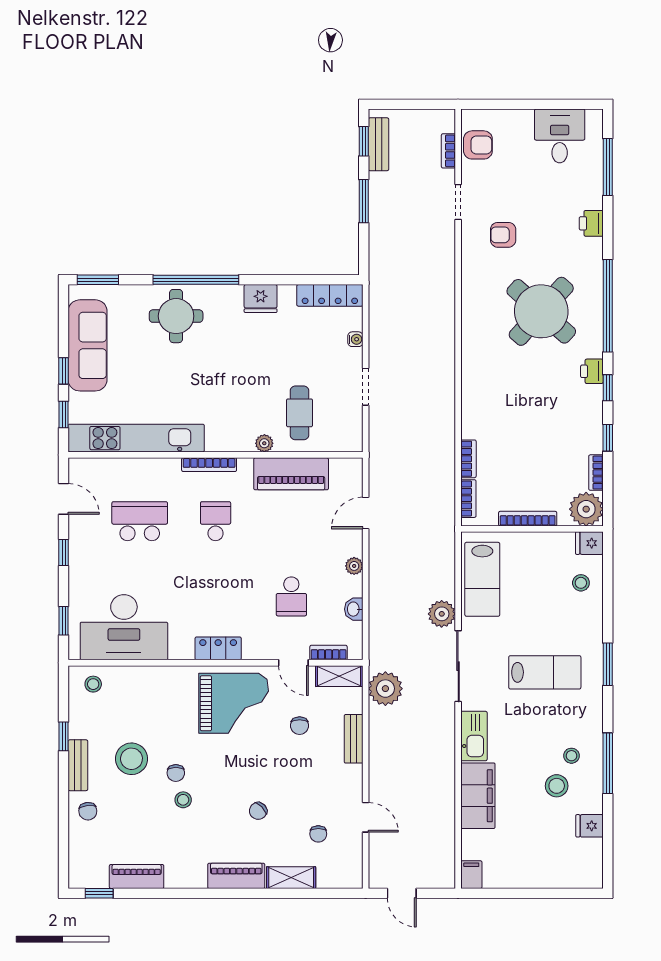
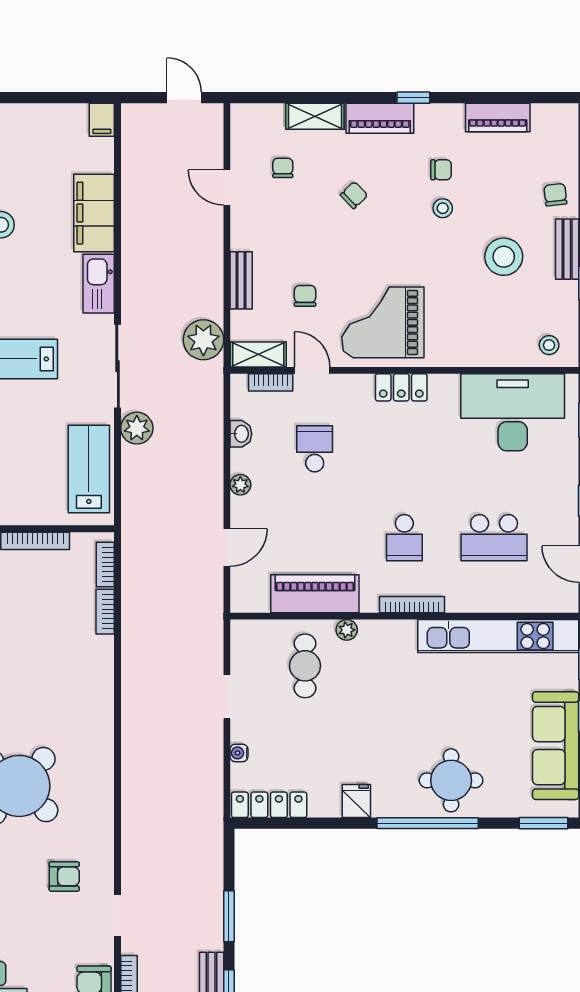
fridge: (261, 299) -> (356, 801), width x0.72
chair: (176, 773) -> (441, 170), moved, turned 90
window: (99, 893) -> (413, 98), moved

